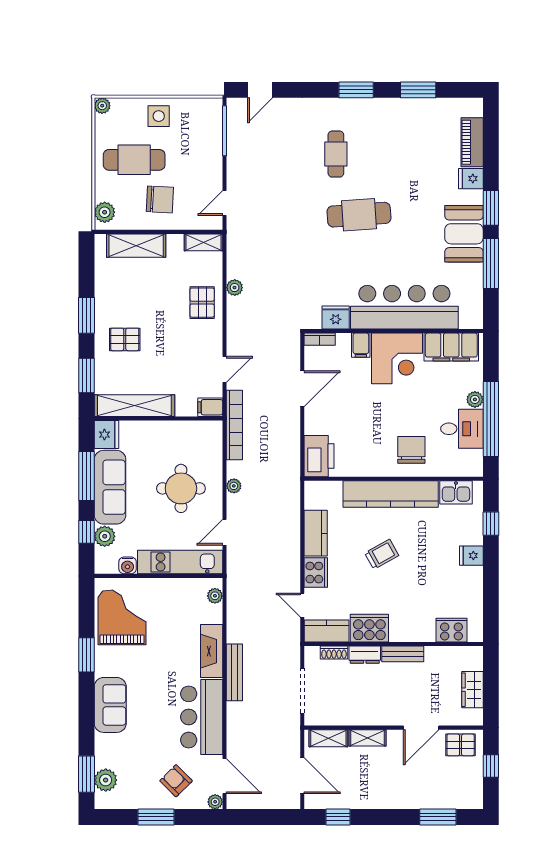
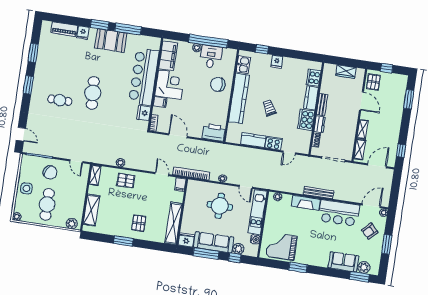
chair: (160, 199) -> (50, 172), moved, turned 116
window: (86, 376) -> (154, 246), removed
kitchen counter: (327, 631) -> (311, 98), moved
sofa: (110, 705) -> (343, 262), moved

